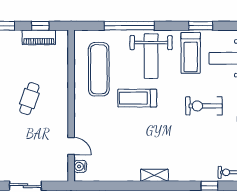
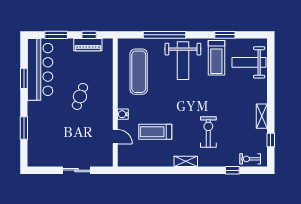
treadmill: (137, 98) -> (155, 132), moved
exercise bike: (204, 106) -> (208, 132), moved, turned 90
water cooler: (80, 166) -> (123, 114), moved

